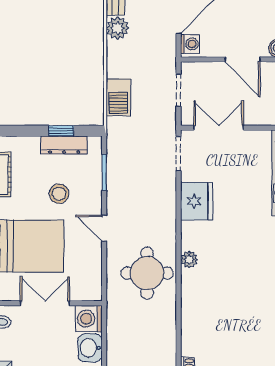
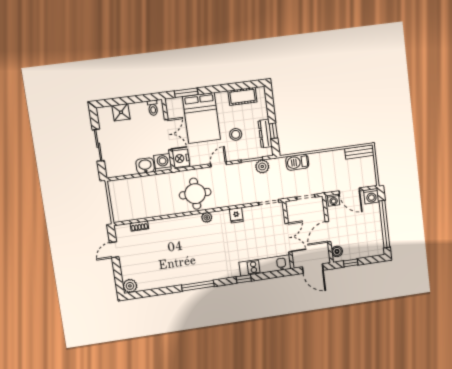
plant: (118, 28) -> (262, 166), moved
double door: (219, 128) -> (288, 238), moved
fridge: (197, 201) -> (236, 215), width x0.53, depth x0.75
nightstand: (86, 288) -> (181, 158), added

